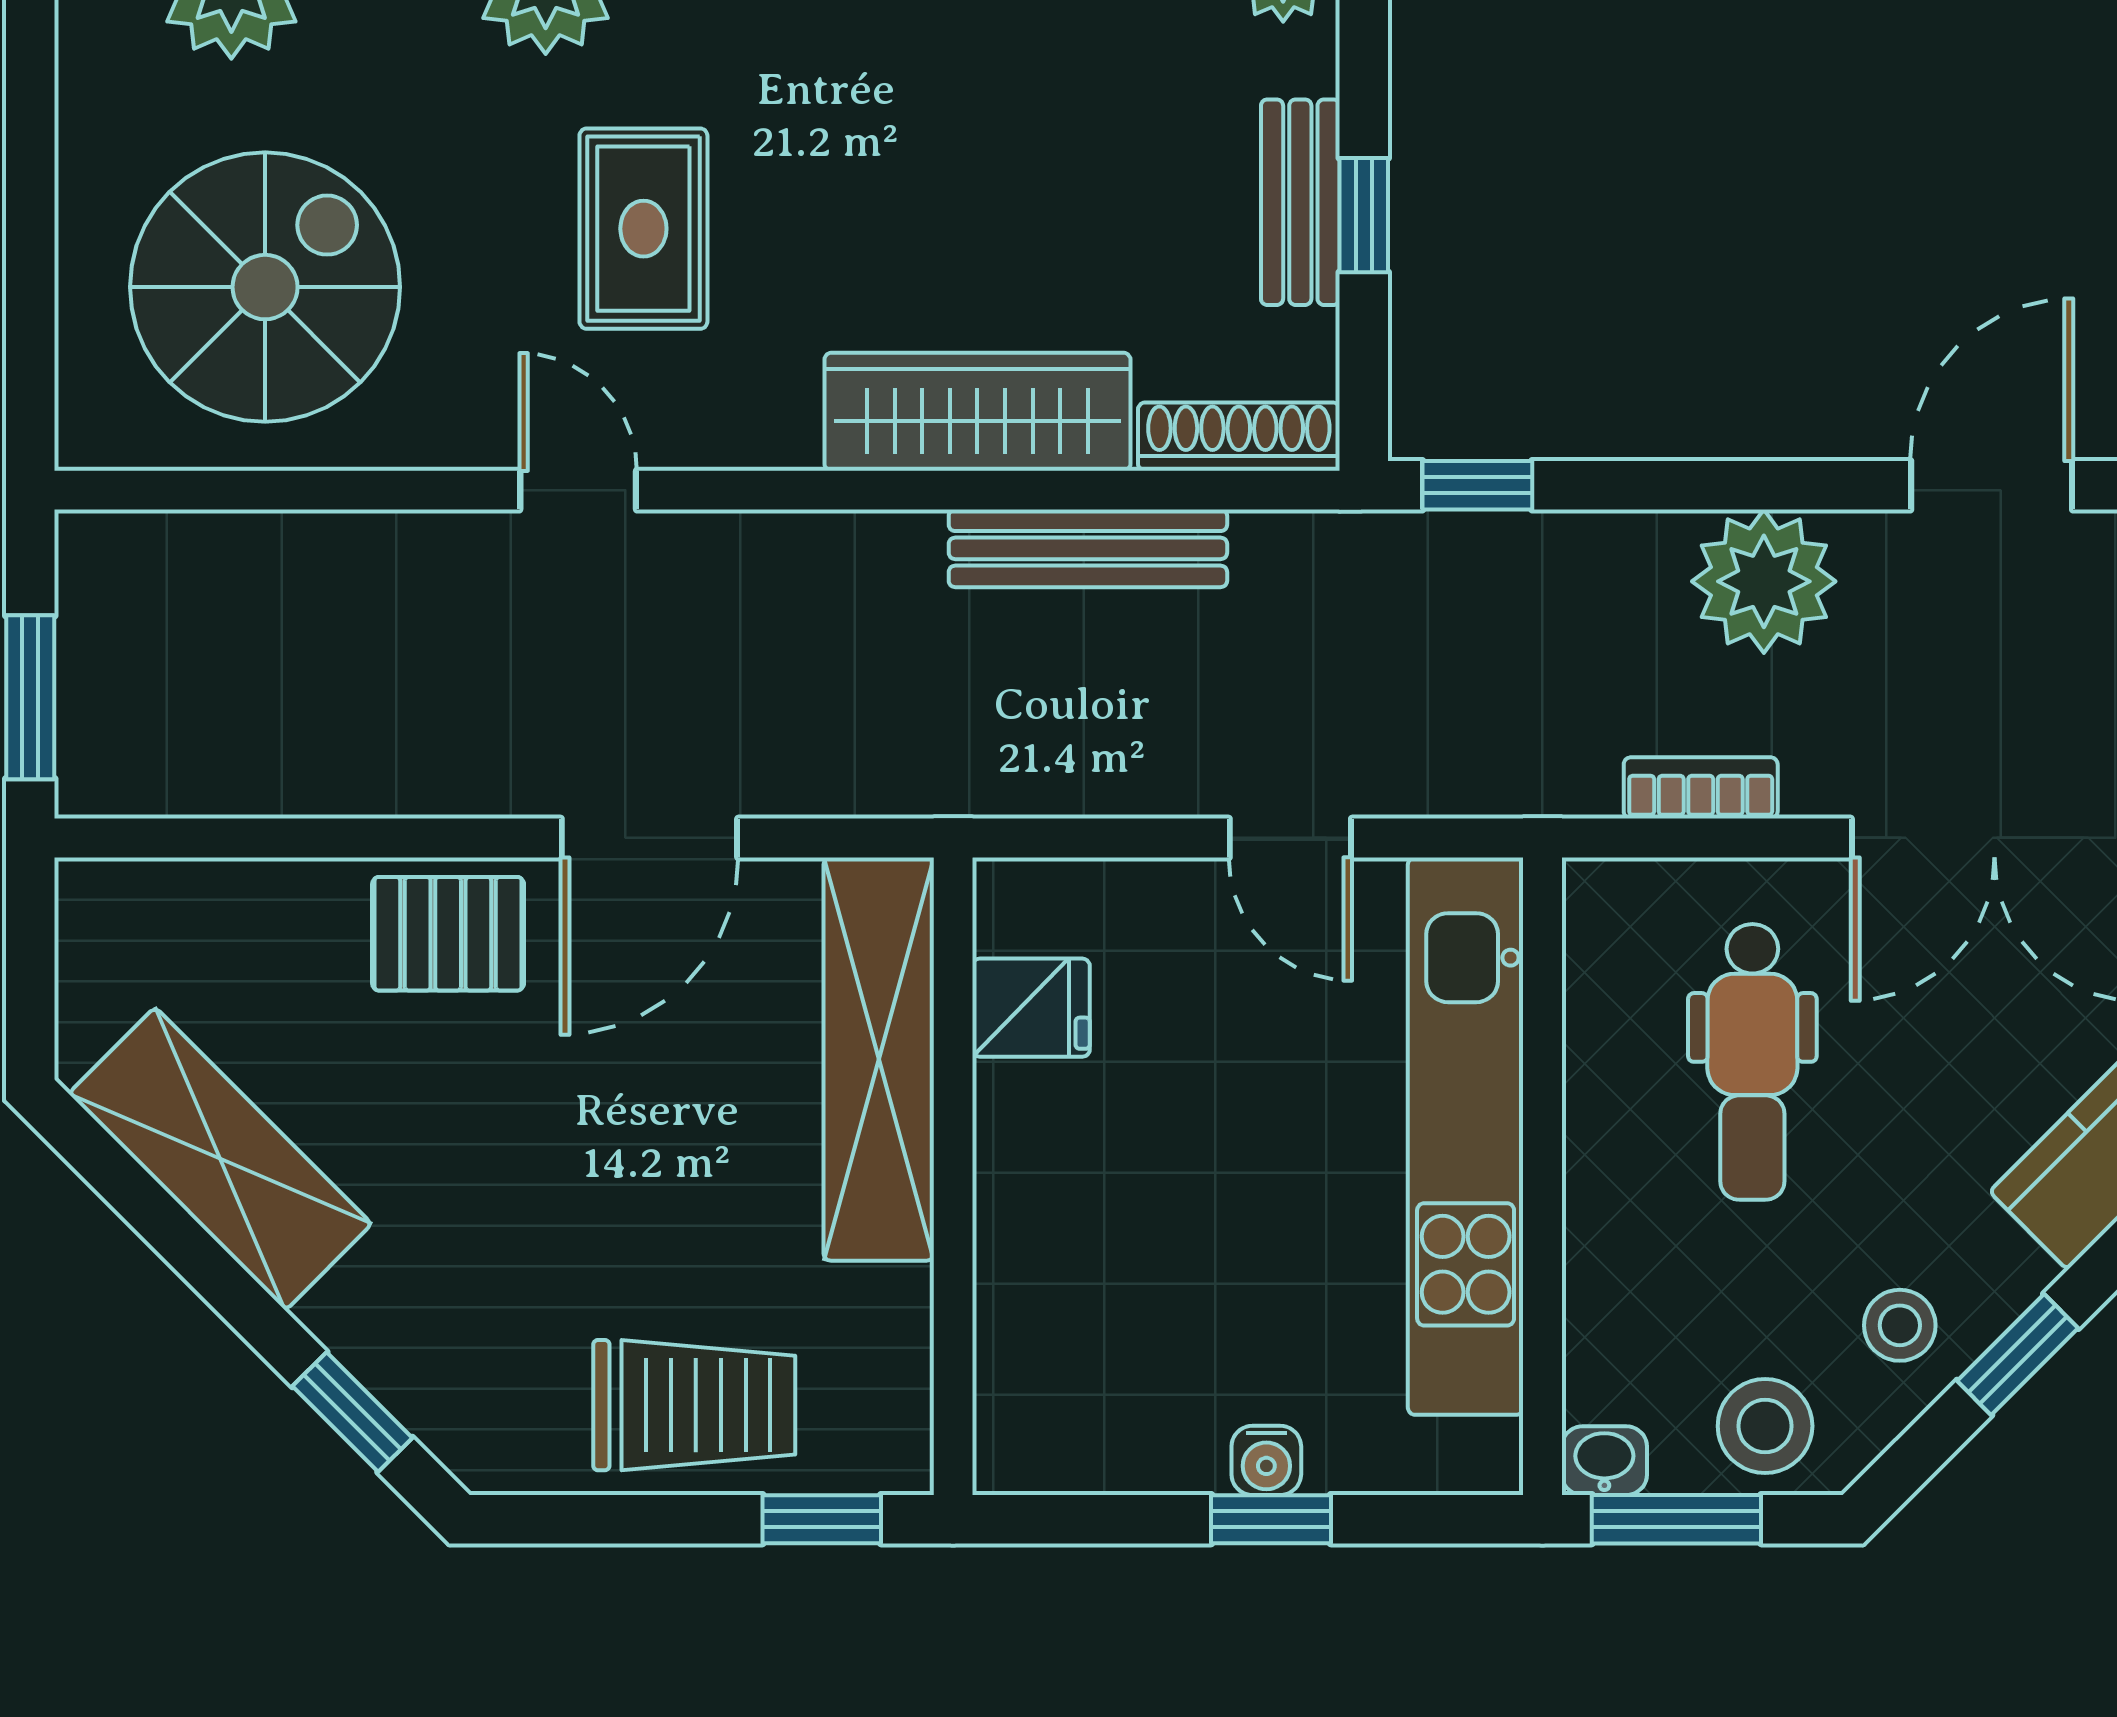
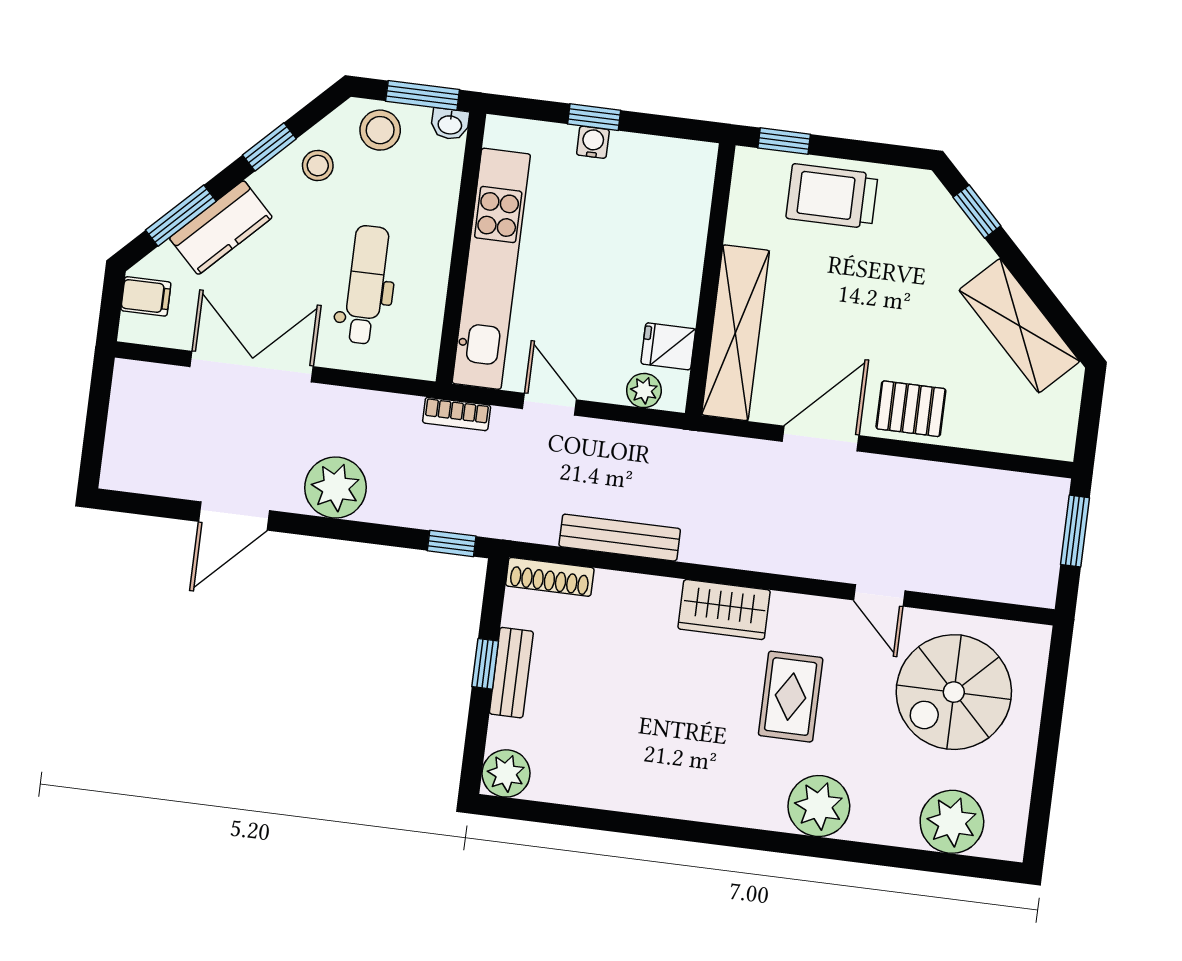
wardrobe: (977, 412) -> (724, 610), moved, width x0.67
door: (578, 490) -> (879, 595), moved
bookcase: (1701, 788) -> (457, 414), moved
plant: (1075, 898) -> (644, 391), added

